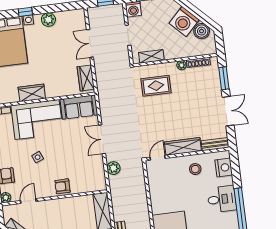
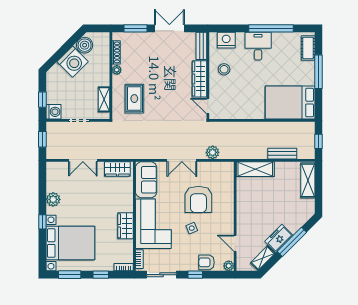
armchair: (62, 186) -> (198, 199), moved, width x1.88, depth x1.88

